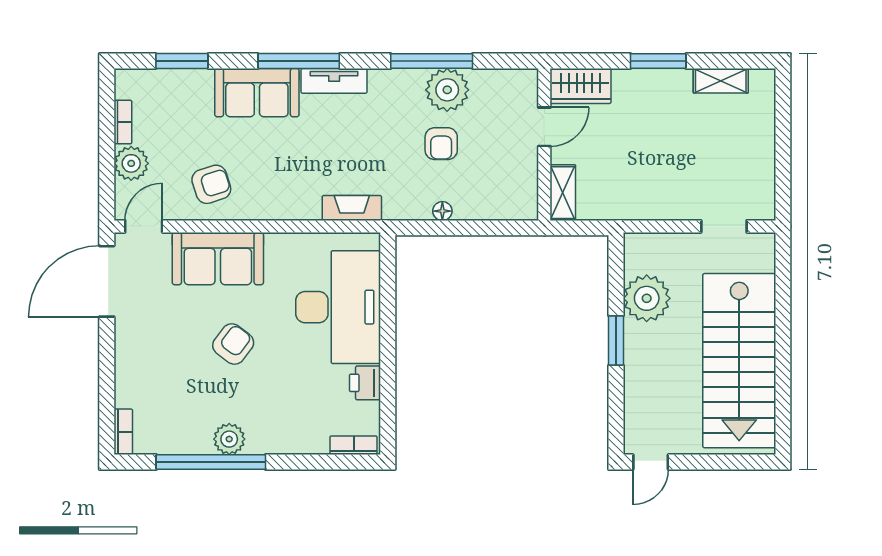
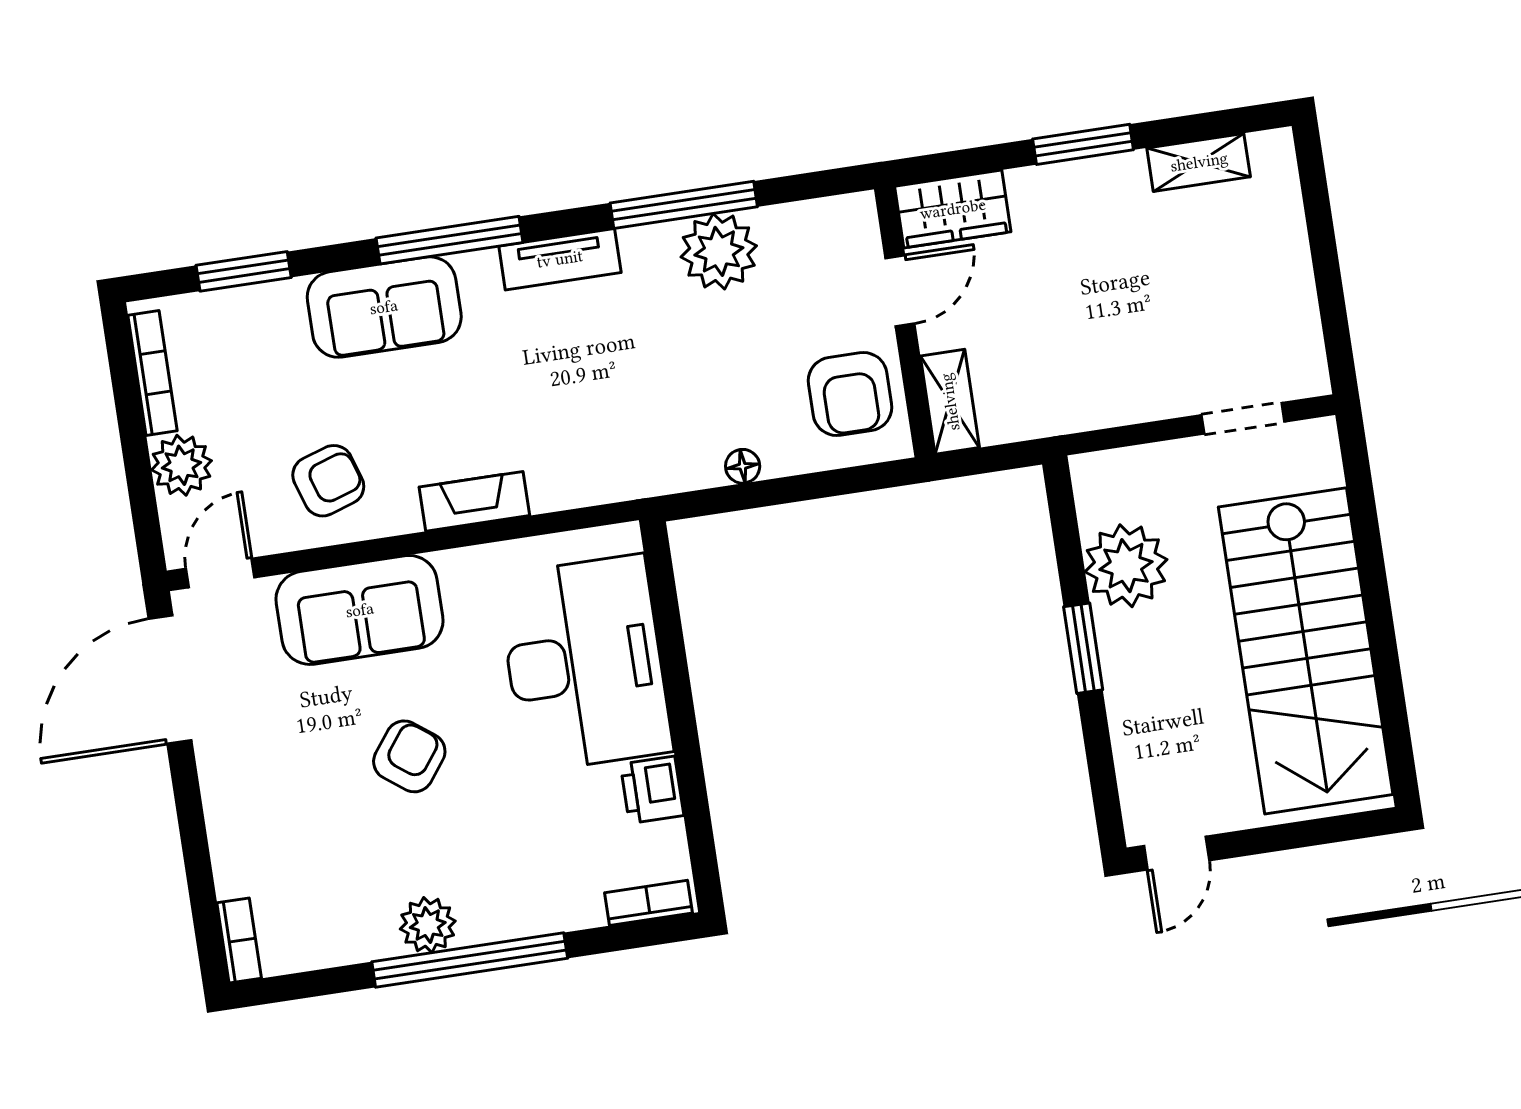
tv unit: (334, 81) -> (560, 259), moved
bookcase: (123, 122) -> (153, 373), width x1.56
armchair: (441, 144) -> (850, 394), moved, width x1.38, depth x1.38
fireplace: (352, 208) -> (474, 501), moved
window: (211, 462) -> (470, 960), moved

